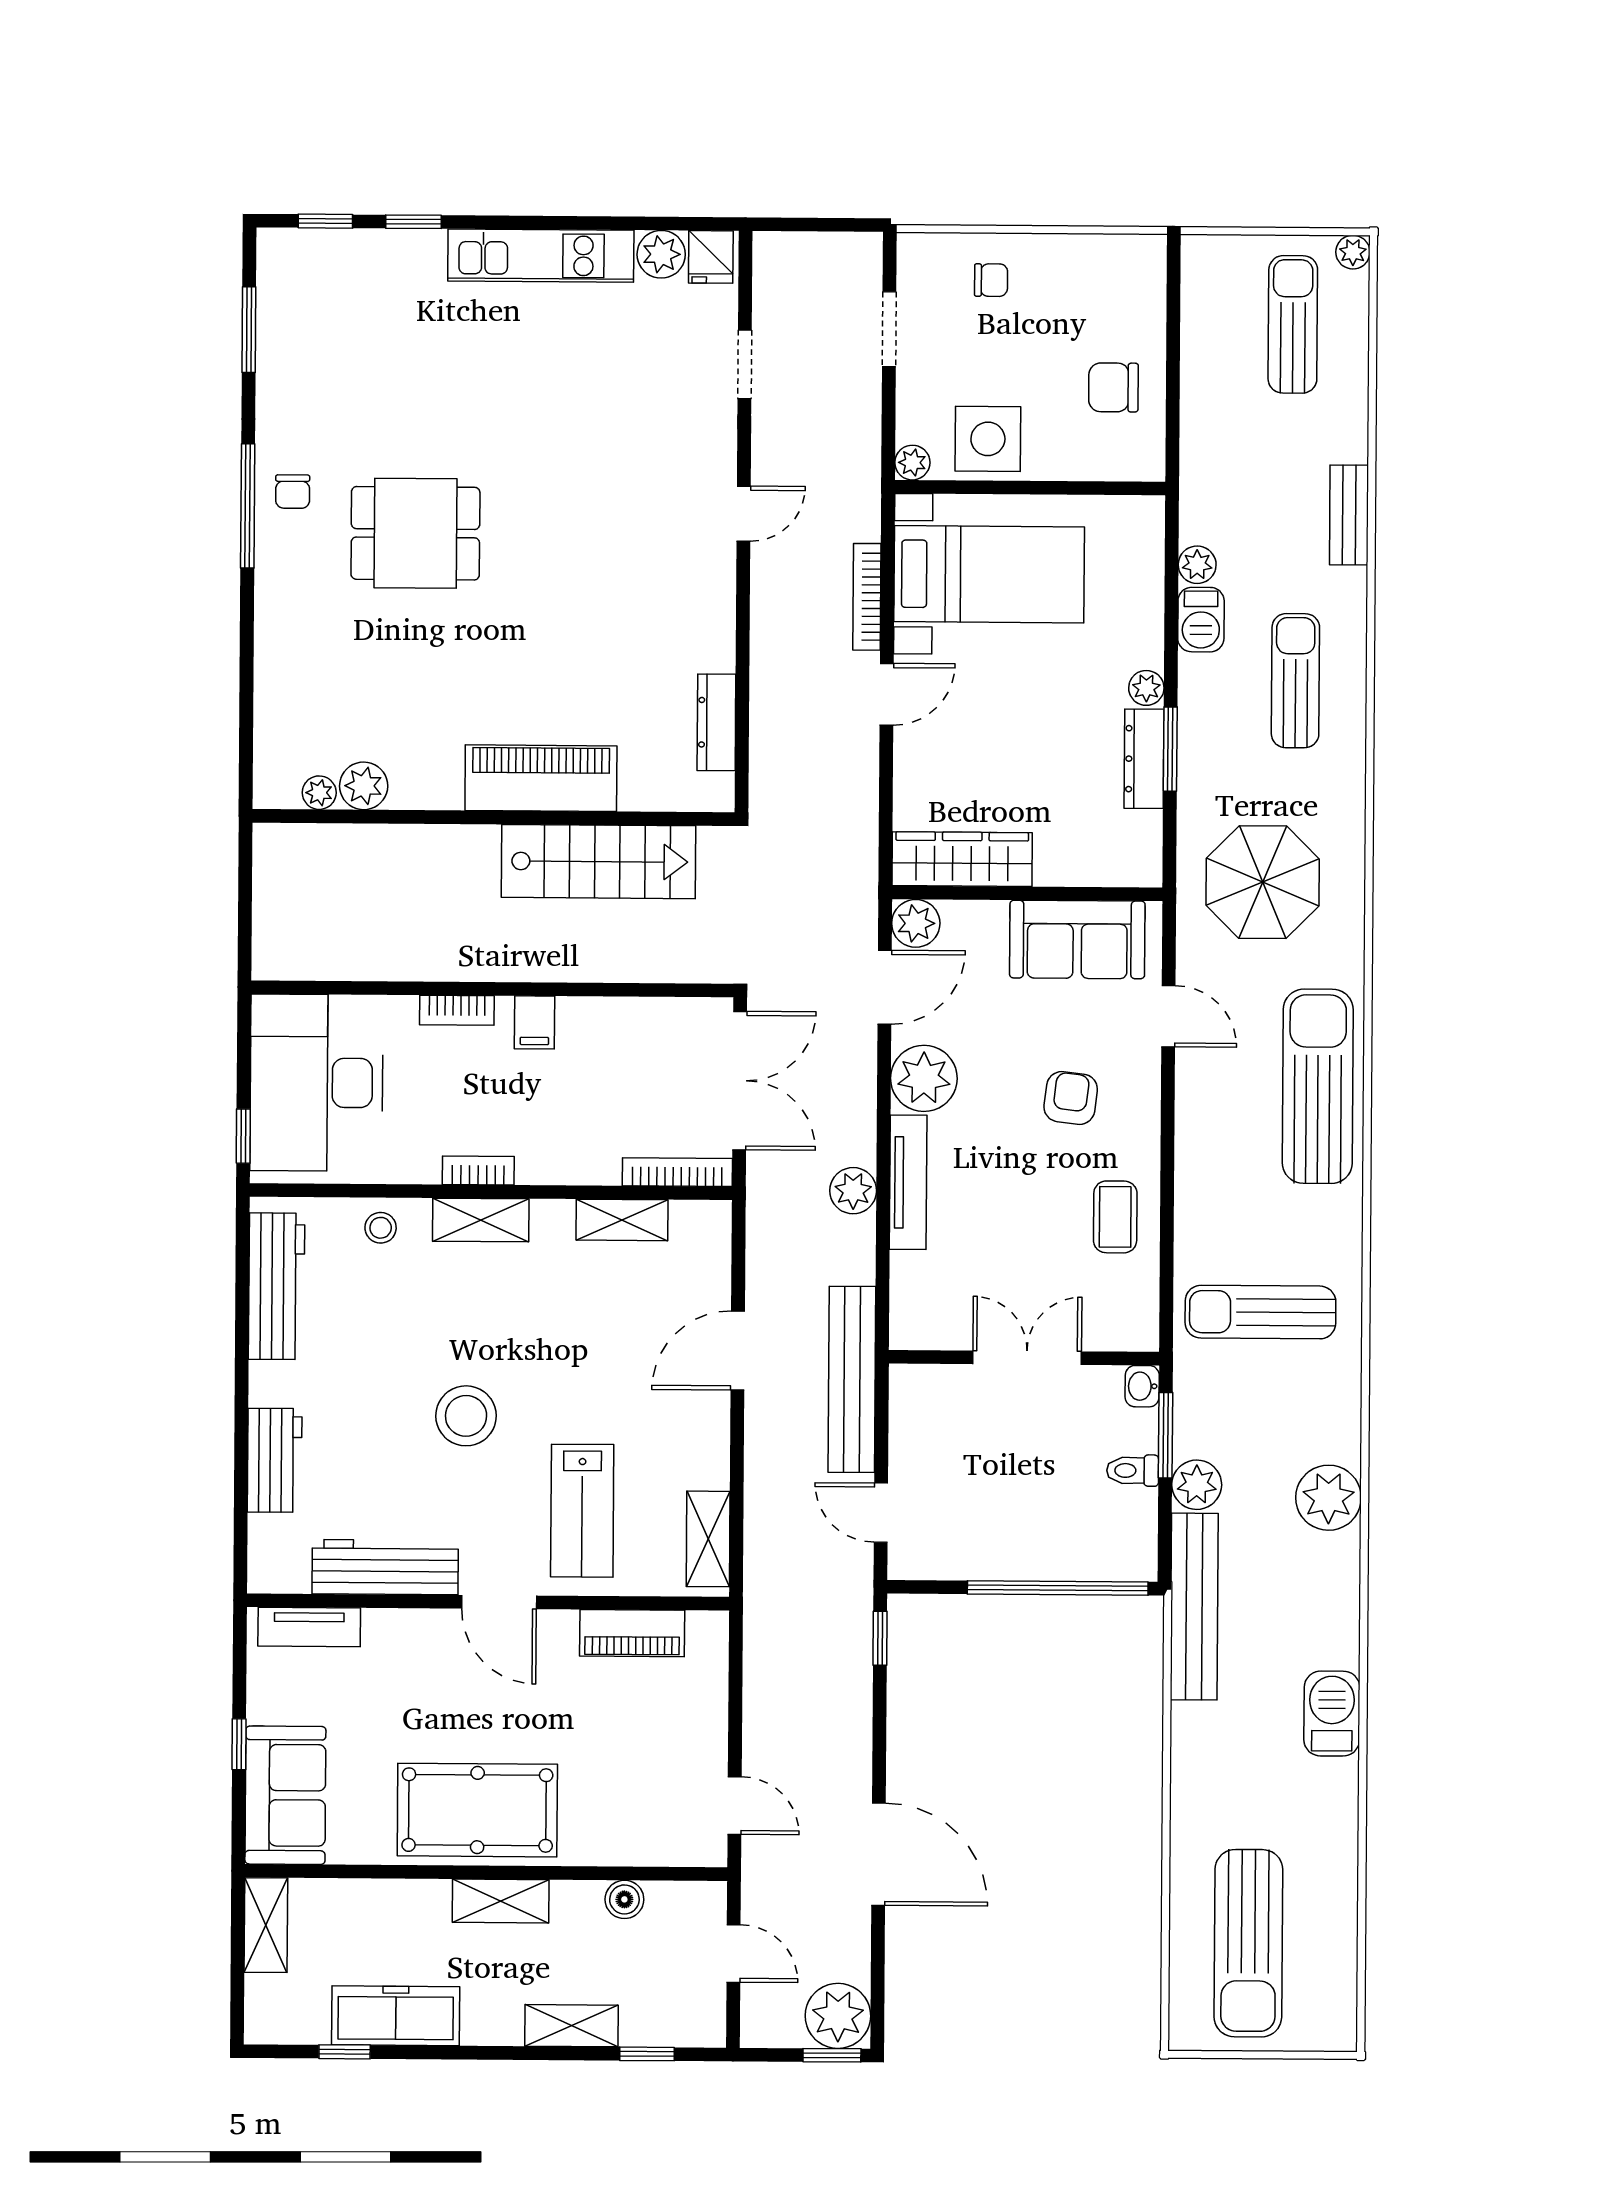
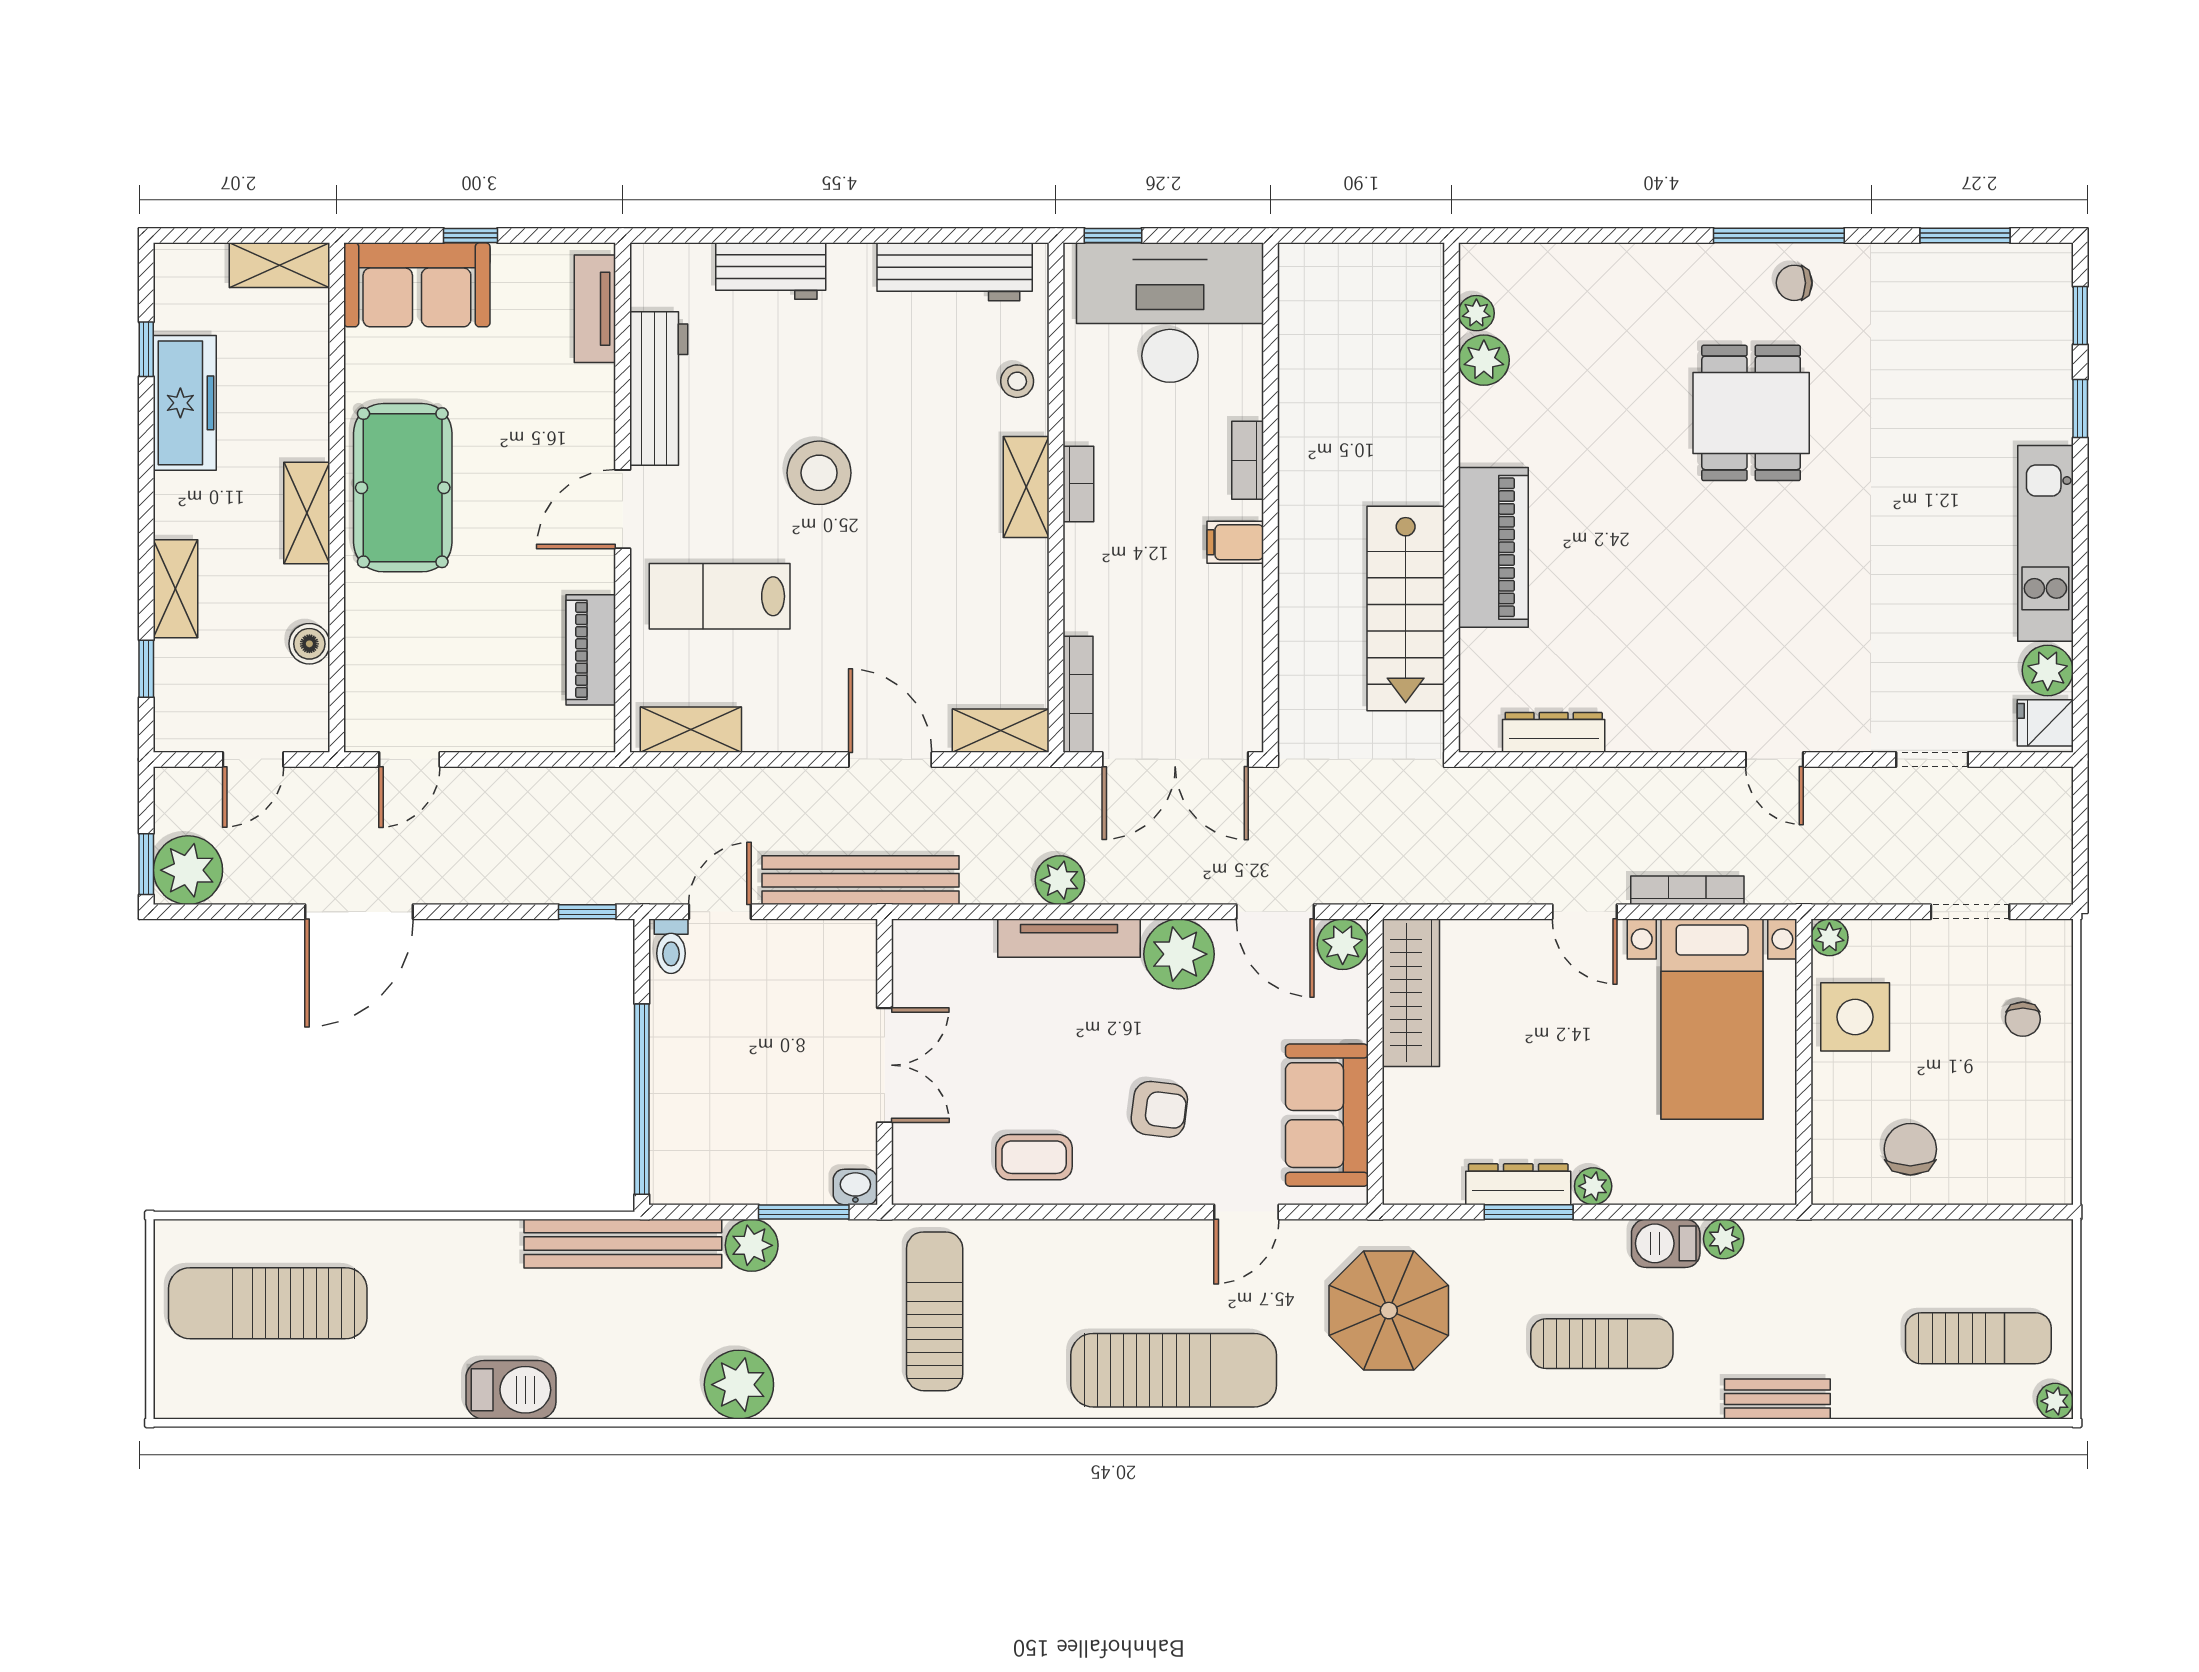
shelving: (622, 1220) -> (1001, 731), moved, turned 90
toilet: (1133, 1470) -> (671, 946), moved, turned 180

